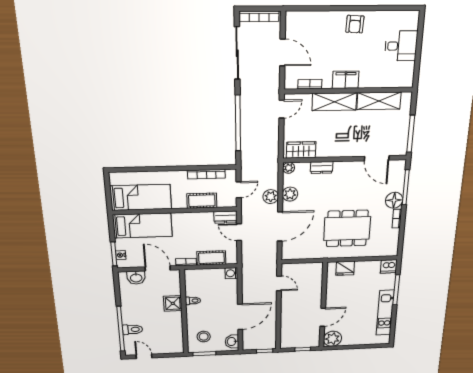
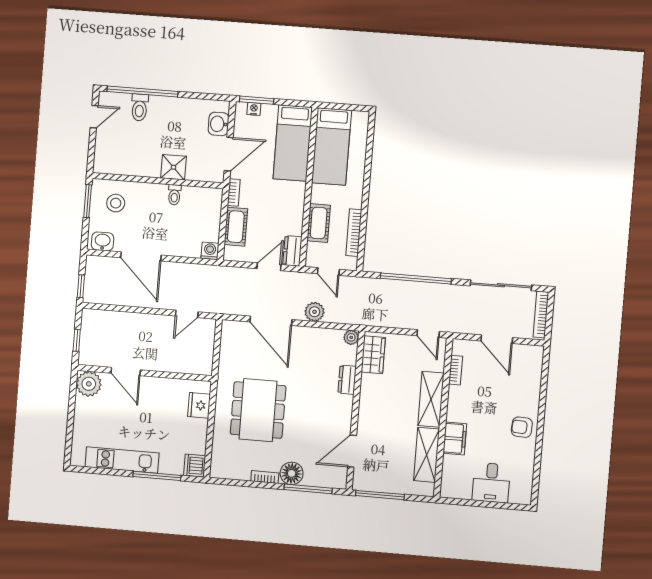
door: (282, 53) -> (497, 339), hinge flipped
filing cabinet: (346, 80) -> (455, 438), moved
plant: (290, 194) -> (315, 337), removed

